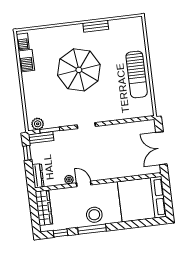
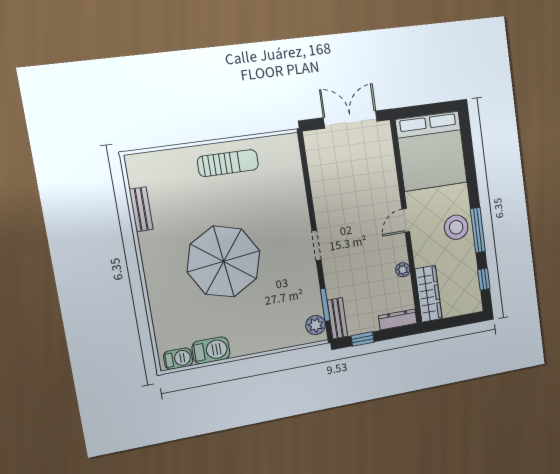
bench: (96, 26) -> (141, 209), moved
sun lounger: (137, 74) -> (228, 163), width x0.73, depth x0.75
double door: (161, 148) -> (350, 120), swing flipped
door: (84, 184) -> (406, 220), moved
wardrobe: (44, 208) -> (429, 294), moved, turned 90

